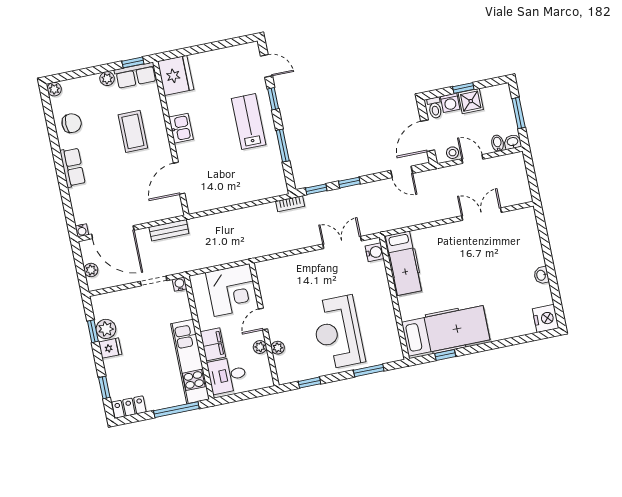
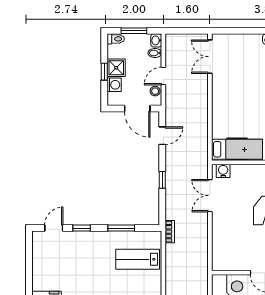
toilet: (435, 108) -> (116, 39), moved
lab bench: (249, 122) -> (138, 259), moved
window: (316, 189) -> (162, 208), removed
double door: (482, 214) -> (210, 57), moved

